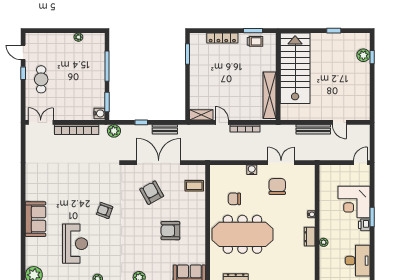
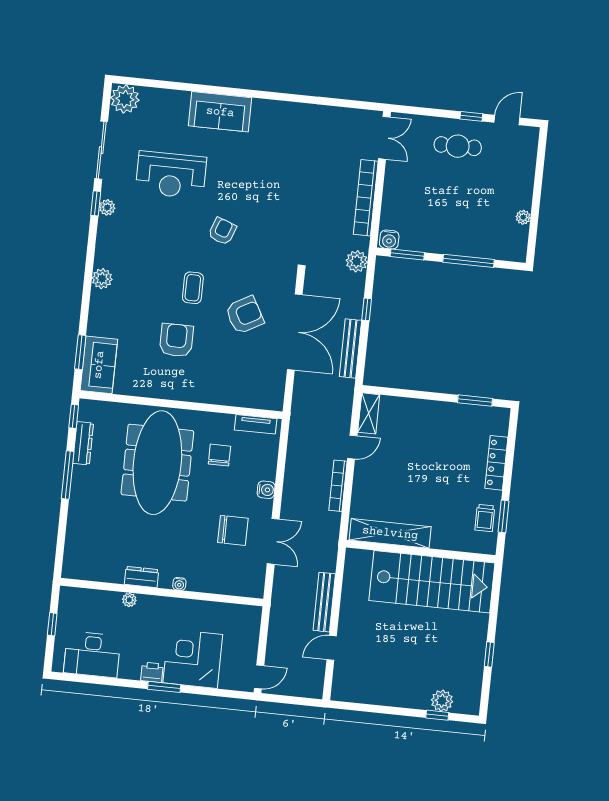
bench: (165, 129) -> (350, 348), width x1.36
door: (360, 163) -> (259, 677), hinge flipped
tv unit: (214, 180) -> (256, 424), added
coffee table: (194, 186) -> (193, 288), moved

